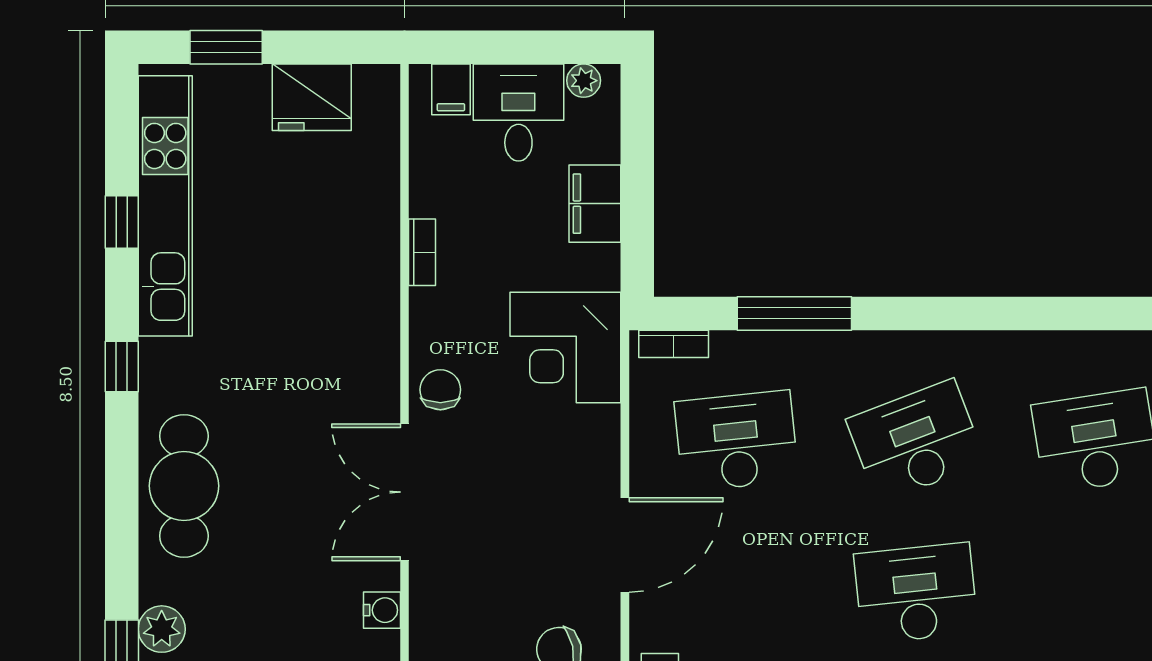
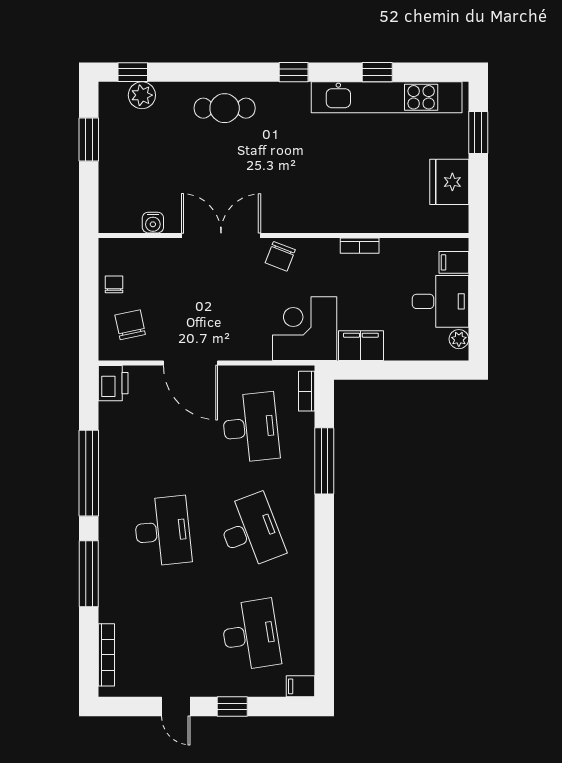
filing cabinet: (595, 204) -> (361, 346), moved
chair: (440, 390) -> (280, 256), turned 111
cafe table: (184, 486) -> (225, 108), width x0.73, depth x0.74

